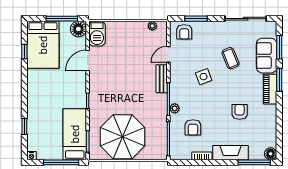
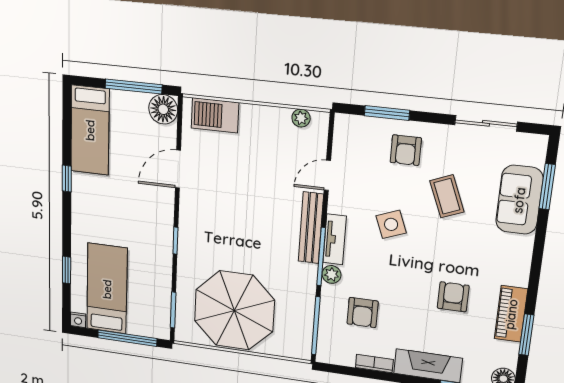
sliding door: (246, 19) -> (486, 123), width x0.73
armchair: (184, 32) -> (406, 150), moved
barbecue: (97, 34) -> (215, 115), moved, turned 90
bed: (43, 45) -> (90, 130), width x0.67
window: (24, 52) -> (67, 179), moved
bench: (162, 79) -> (311, 228), width x1.36
window: (279, 80) -> (526, 335), moved
tv unit: (175, 89) -> (335, 239), added
piano: (270, 89) -> (511, 314), moved
bed: (75, 134) -> (107, 289), moved

